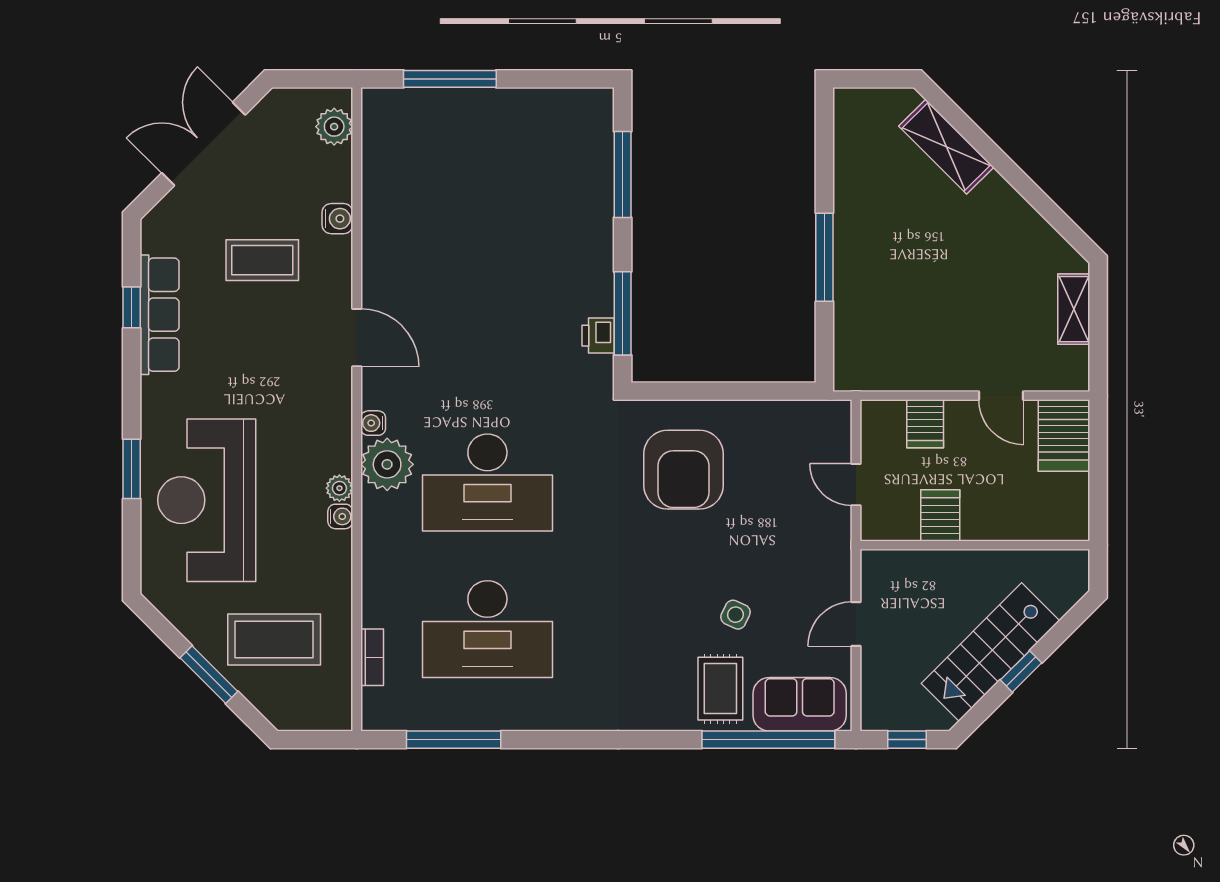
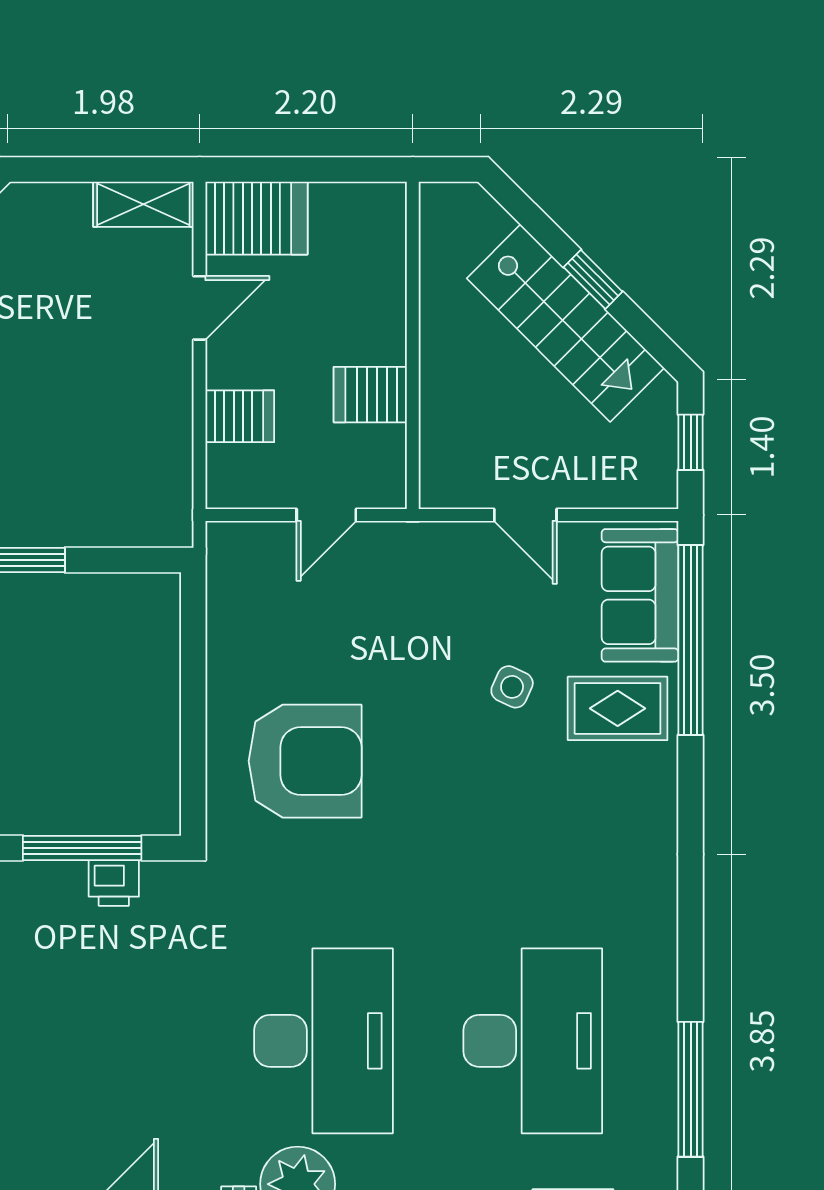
shelving: (1074, 309) -> (143, 204), moved

